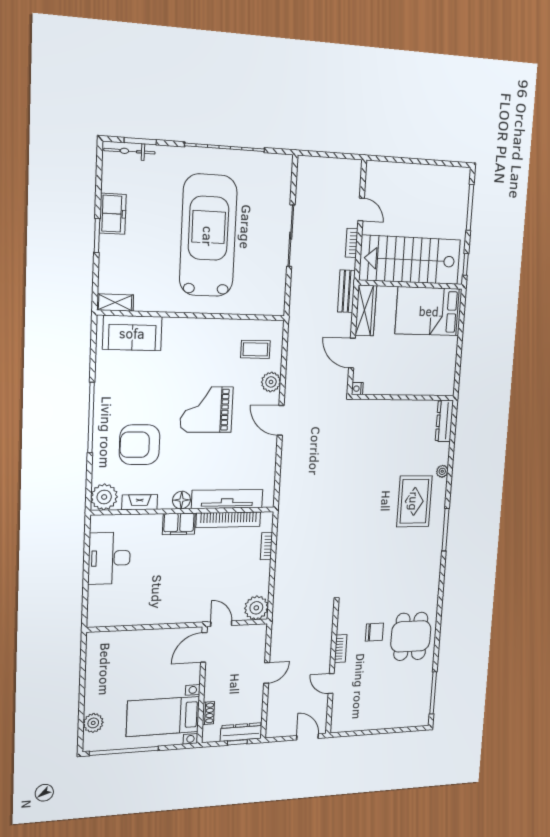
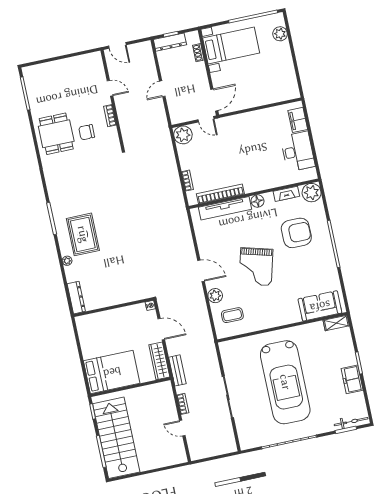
stairs: (410, 260) -> (116, 438), moved, turned -90
grand piano: (207, 410) -> (256, 267), turned 105
filing cabinet: (179, 524) -> (298, 120), moved, turned -90

